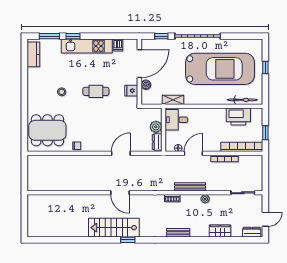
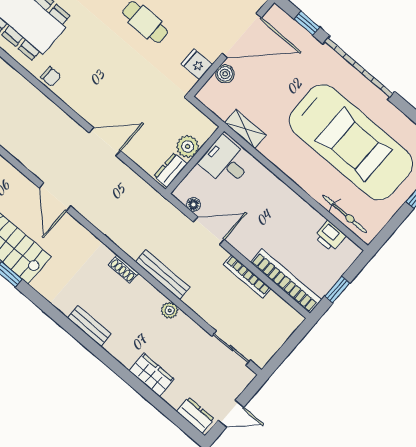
printer: (238, 117) -> (330, 236), width x0.53, depth x0.68

